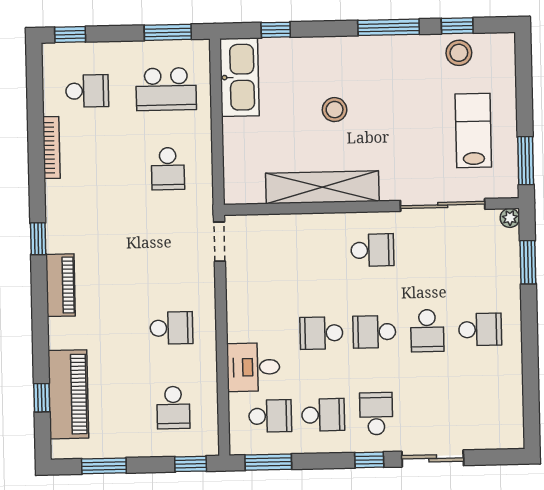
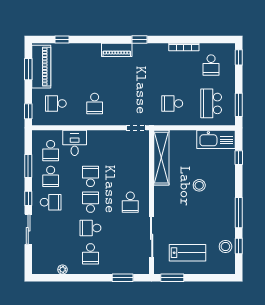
shelving: (322, 187) -> (161, 158), moved
plant: (510, 218) -> (62, 270), moved
piano: (68, 394) -> (41, 67), moved, turned -90
window: (268, 462) -> (28, 166), moved

